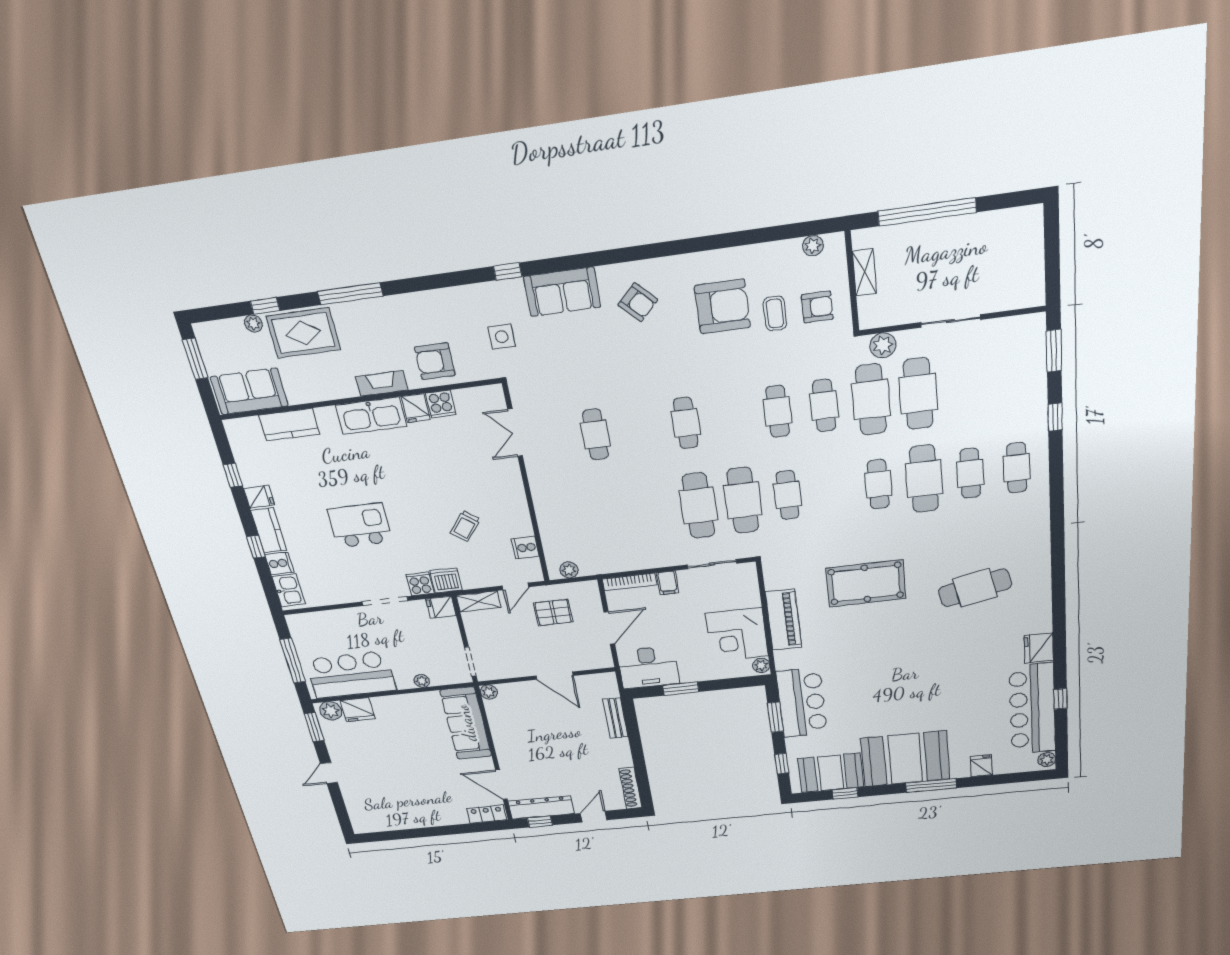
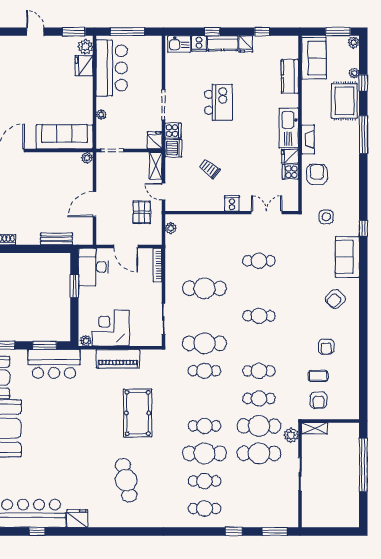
plant: (813, 246) -> (353, 43), moved
shelving: (864, 272) -> (314, 428), moved
armchair: (722, 306) -> (326, 347), width x0.53, depth x0.53
cafe table: (698, 506) -> (204, 288), moved
cooker: (525, 548) -> (232, 203), moved
filing cabinet: (668, 583) -> (154, 289), removed

